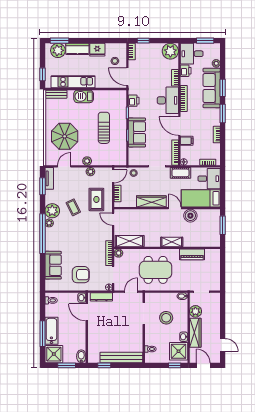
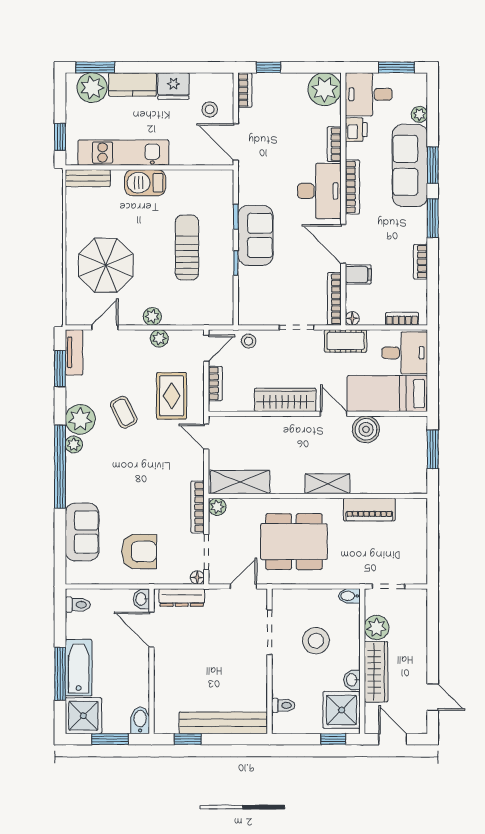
printer: (134, 101) -> (249, 192), removed
sofa: (137, 132) -> (255, 235), moved

